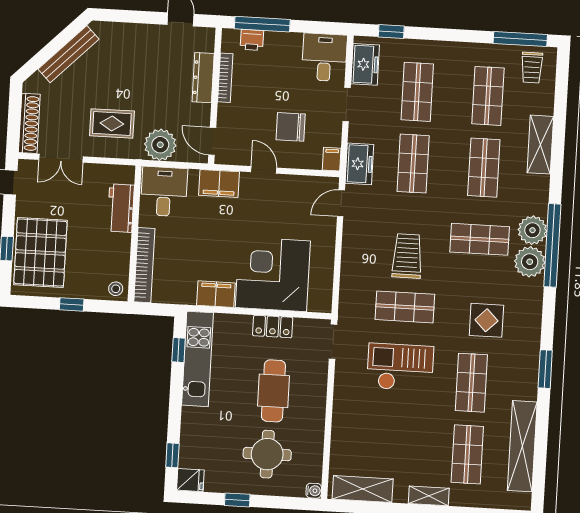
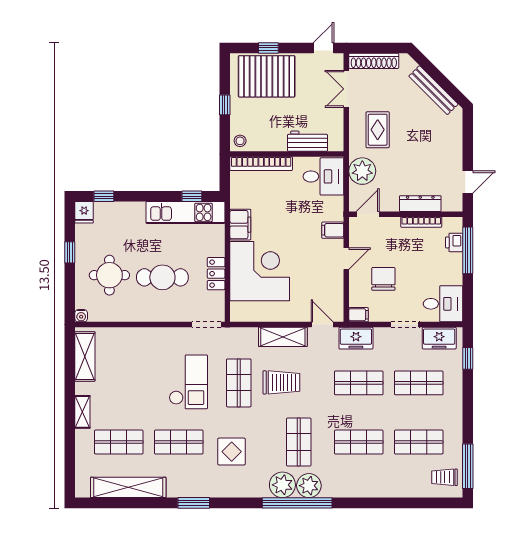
shelving: (540, 145) -> (283, 337), moved
filing cabinet: (219, 184) -> (333, 230), width x0.50

